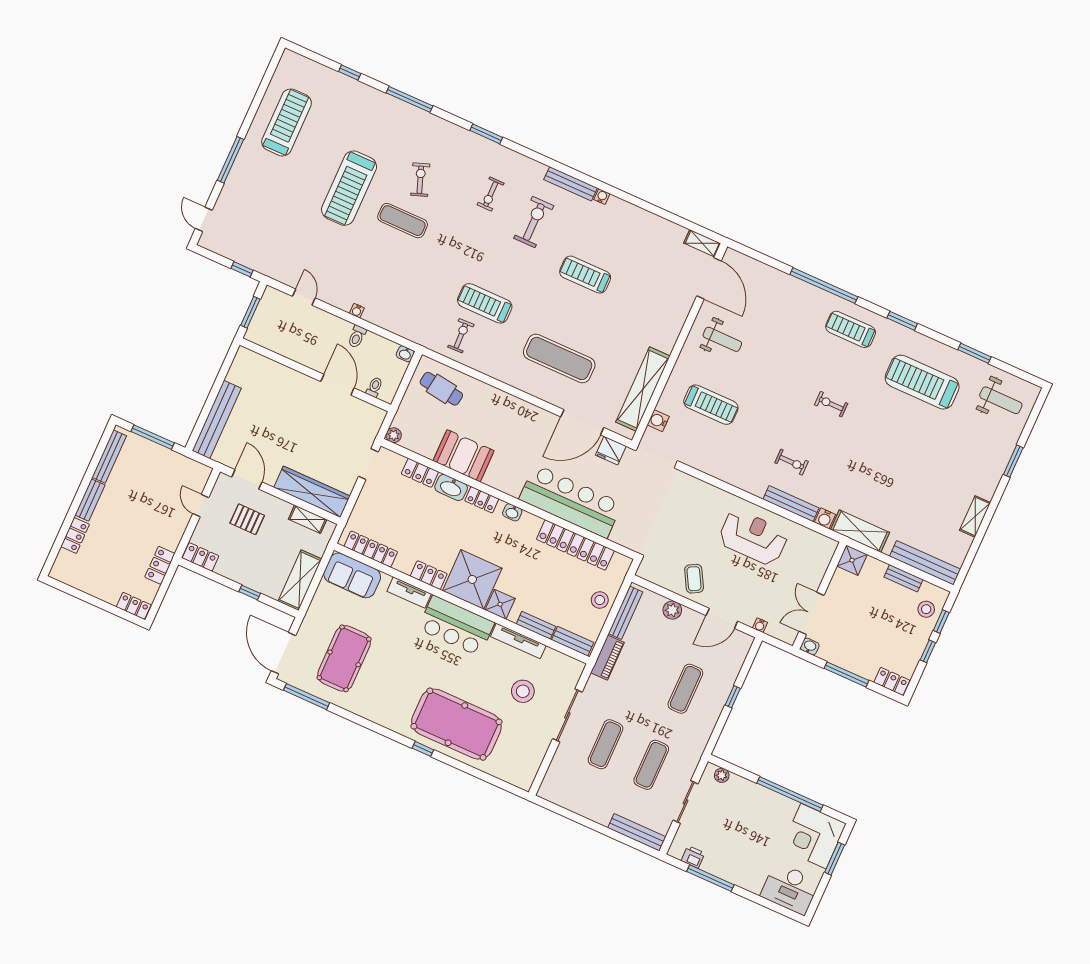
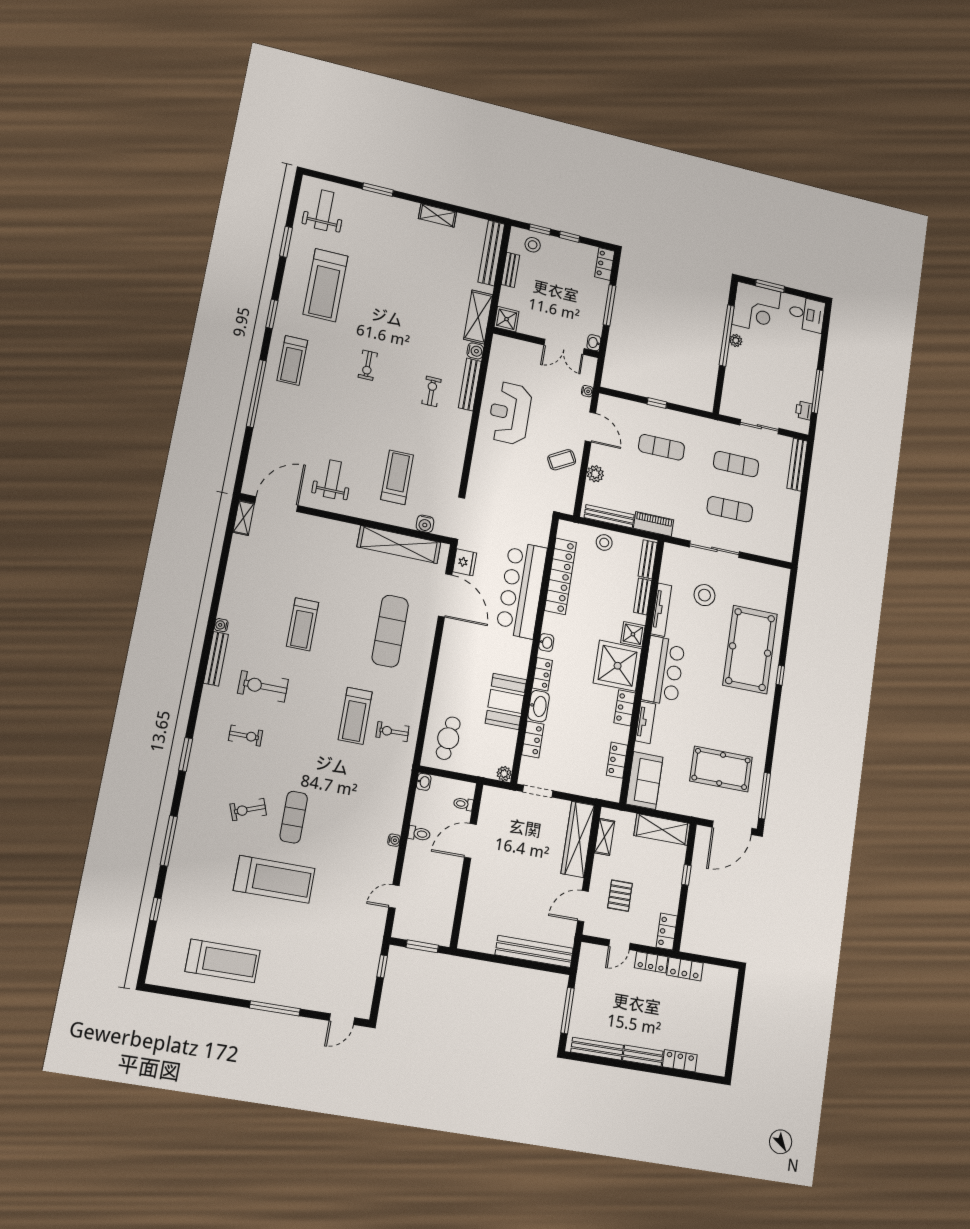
treadmill: (287, 122) -> (223, 961), turned 180
locker: (371, 549) -> (617, 760), width x0.66
locker: (134, 606) -> (651, 962), moved, turned -90
plant: (722, 775) -> (736, 340), moved
desk: (790, 889) -> (807, 314), width x0.73

